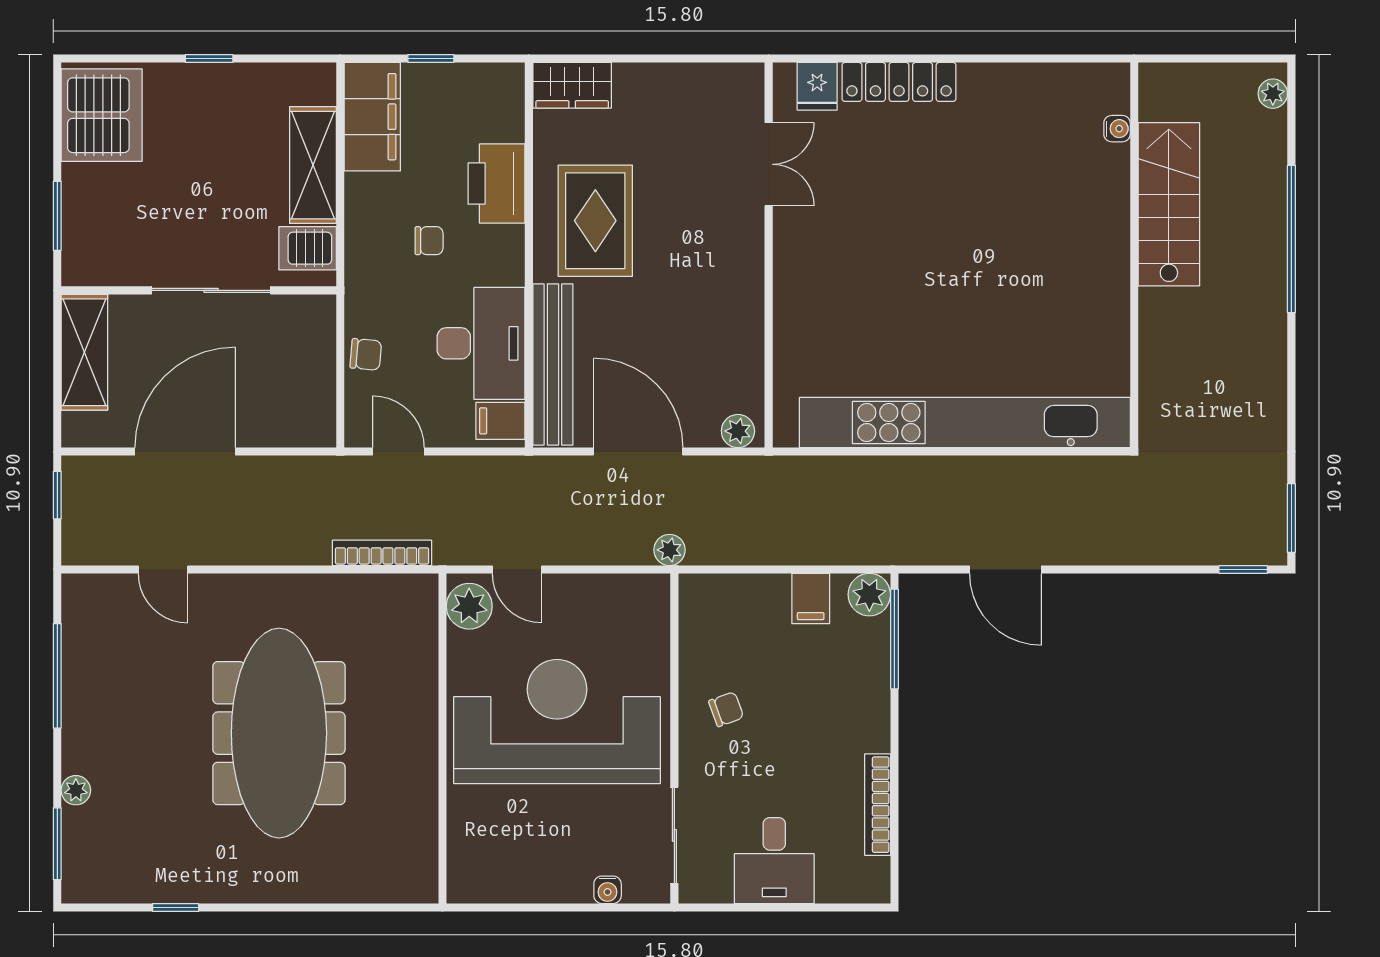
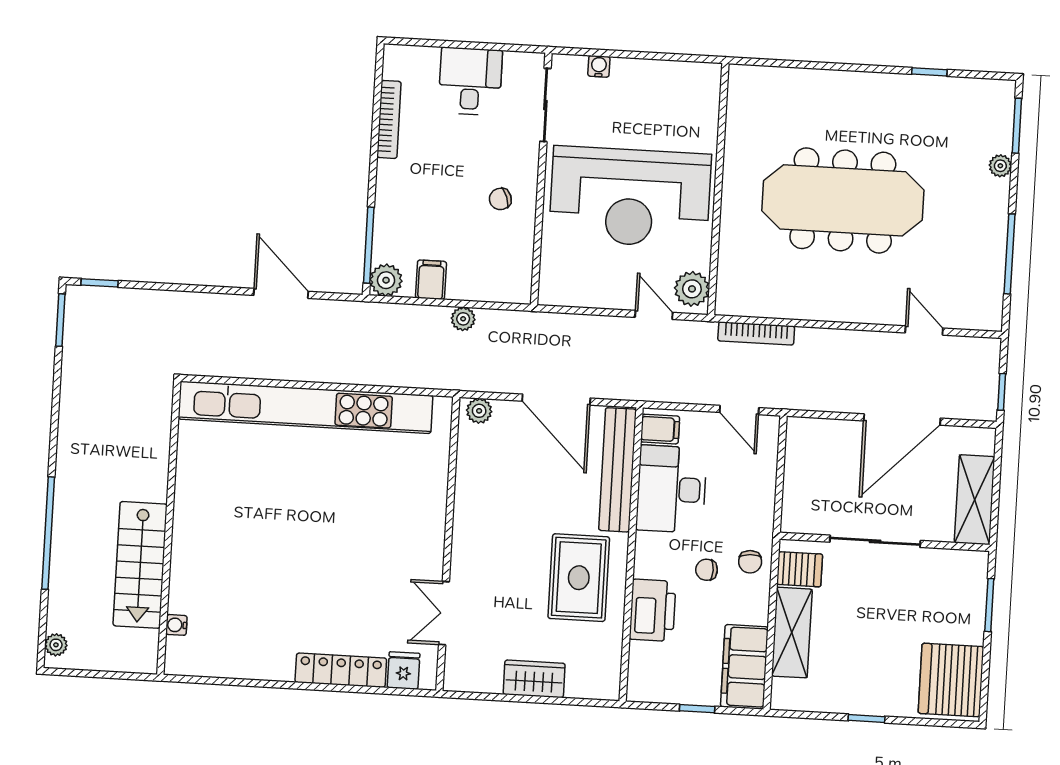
wardrobe: (572, 85) -> (534, 679), moved
chair: (366, 354) -> (750, 562), moved, turned -98
plant: (670, 550) -> (463, 319), moved
meeting table: (279, 733) -> (843, 200), turned 90

